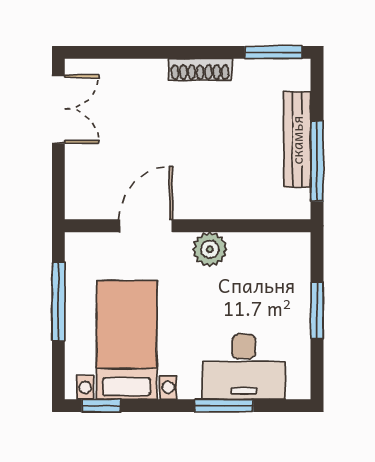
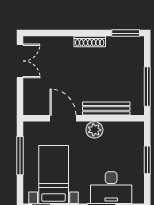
bench: (297, 140) -> (106, 109), moved, turned 90
door: (146, 226) -> (63, 118), hinge flipped

